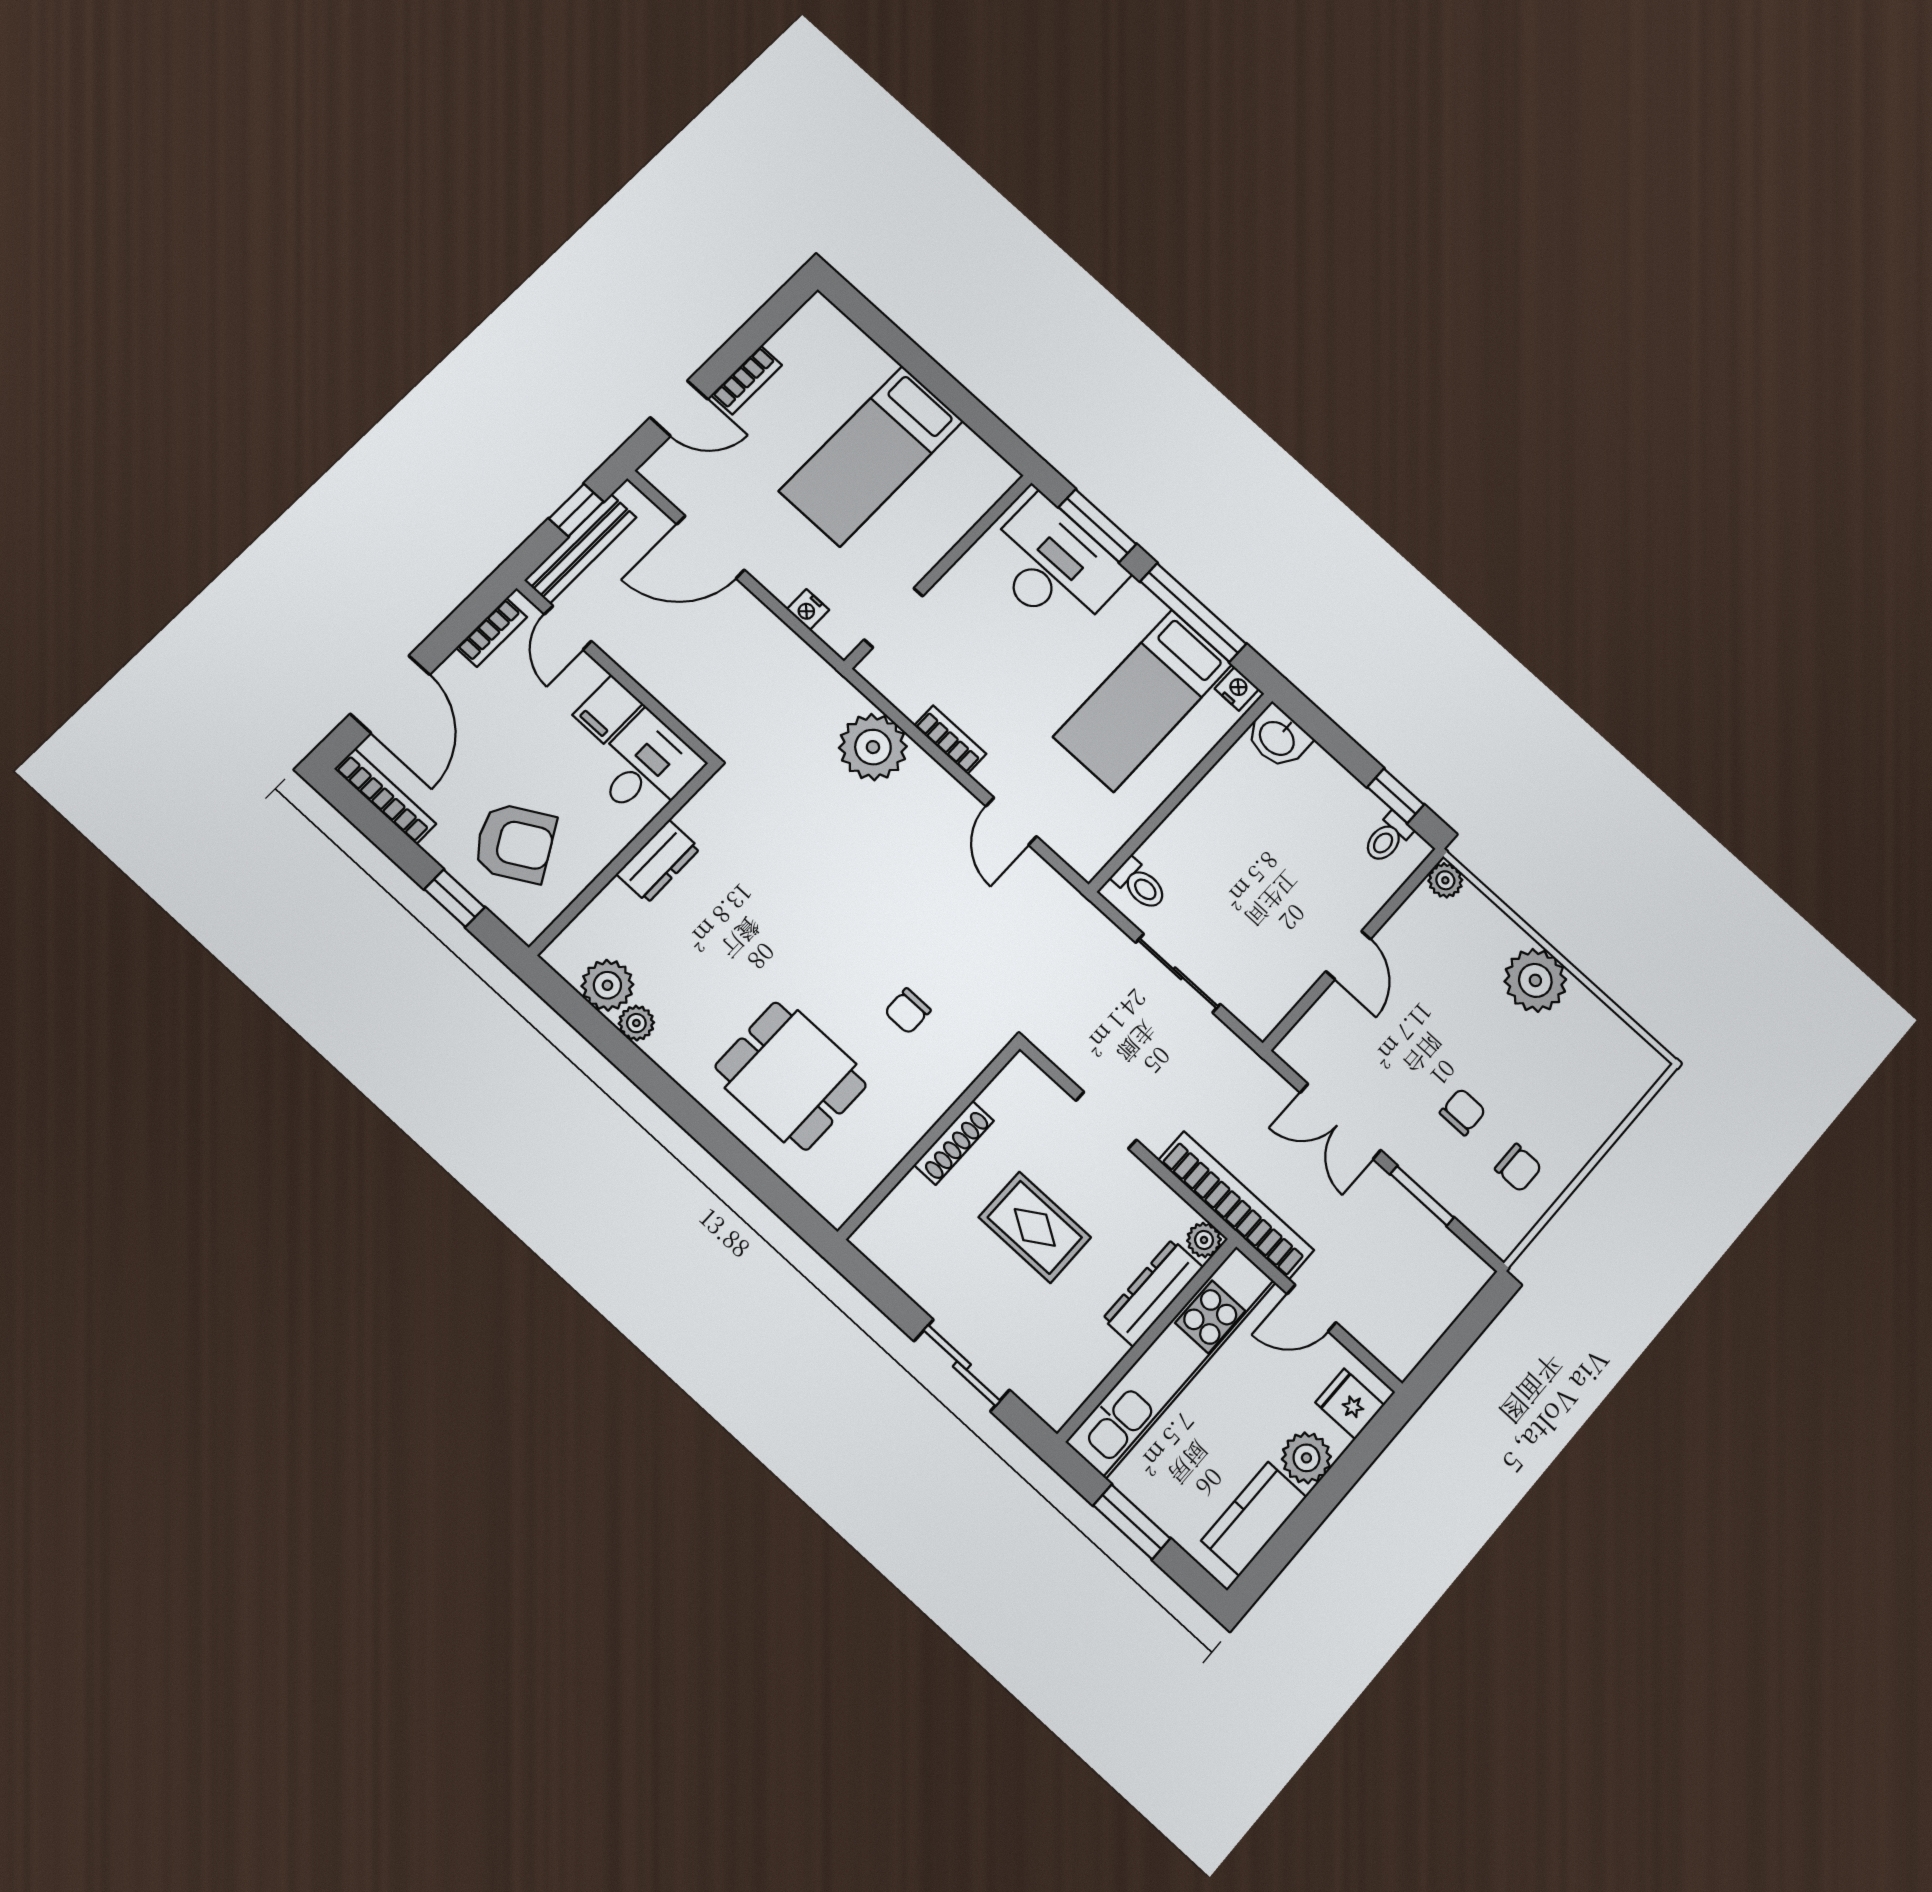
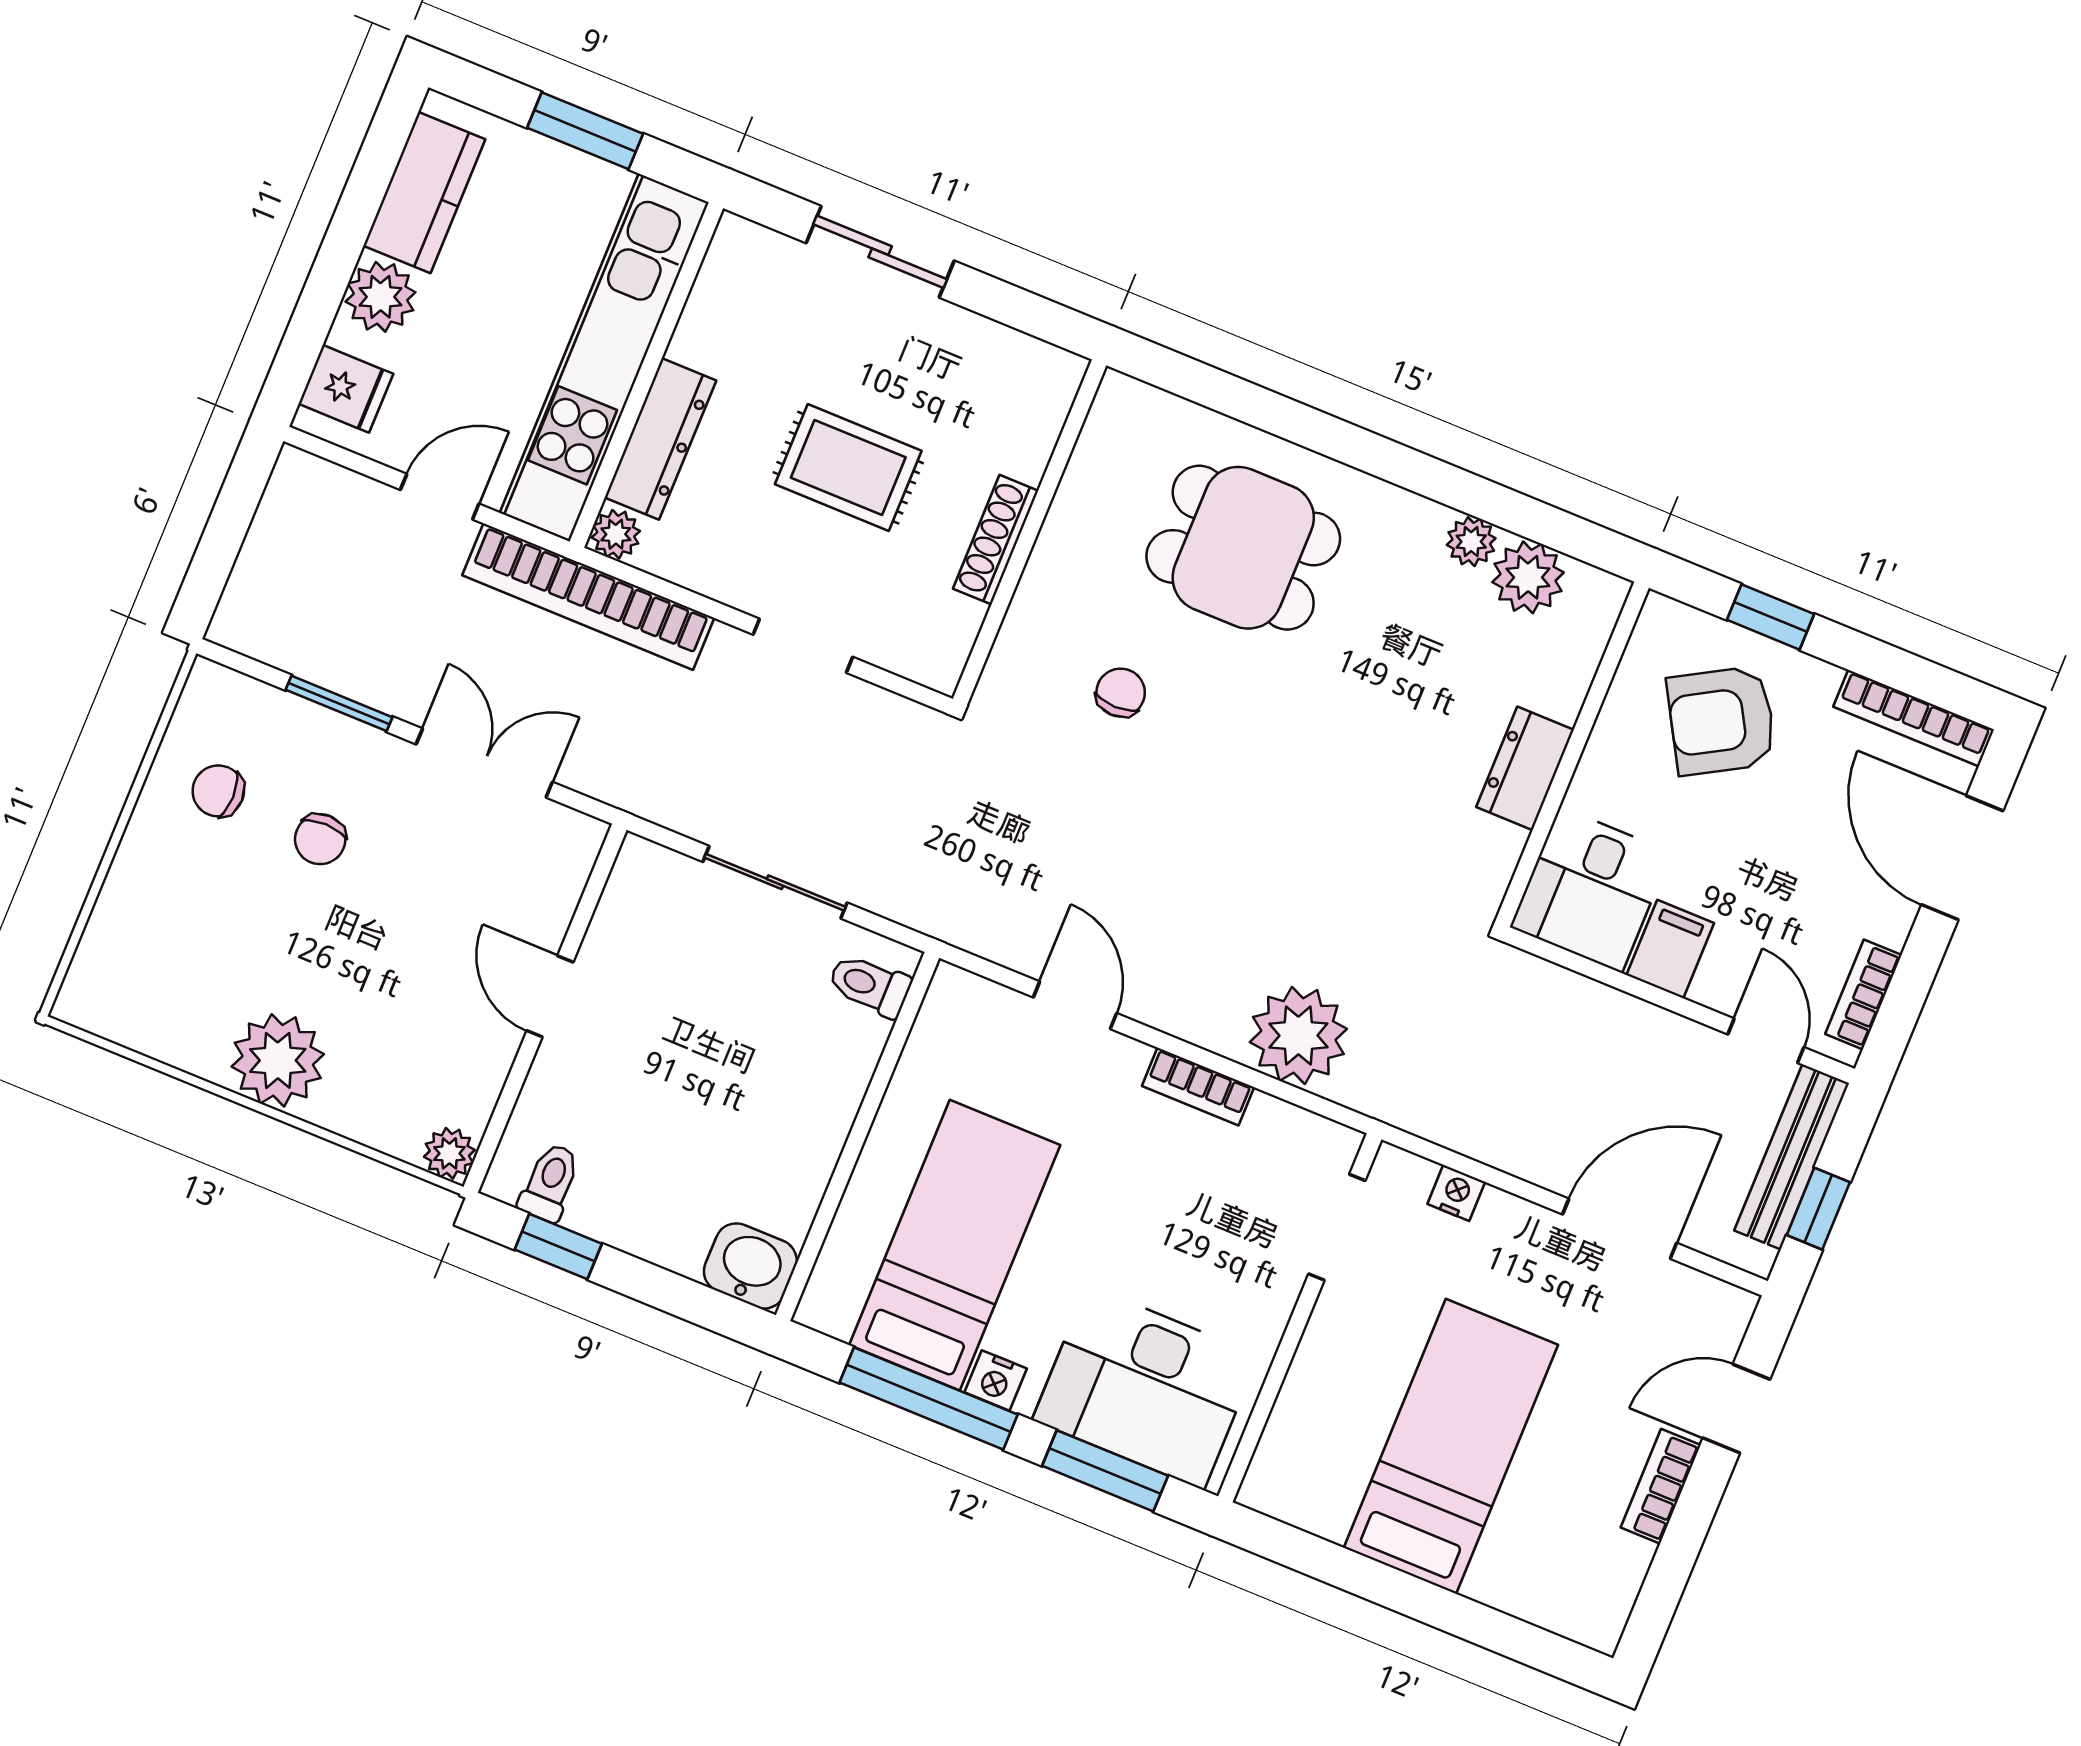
nightstand: (1237, 689) -> (996, 1380), moved

